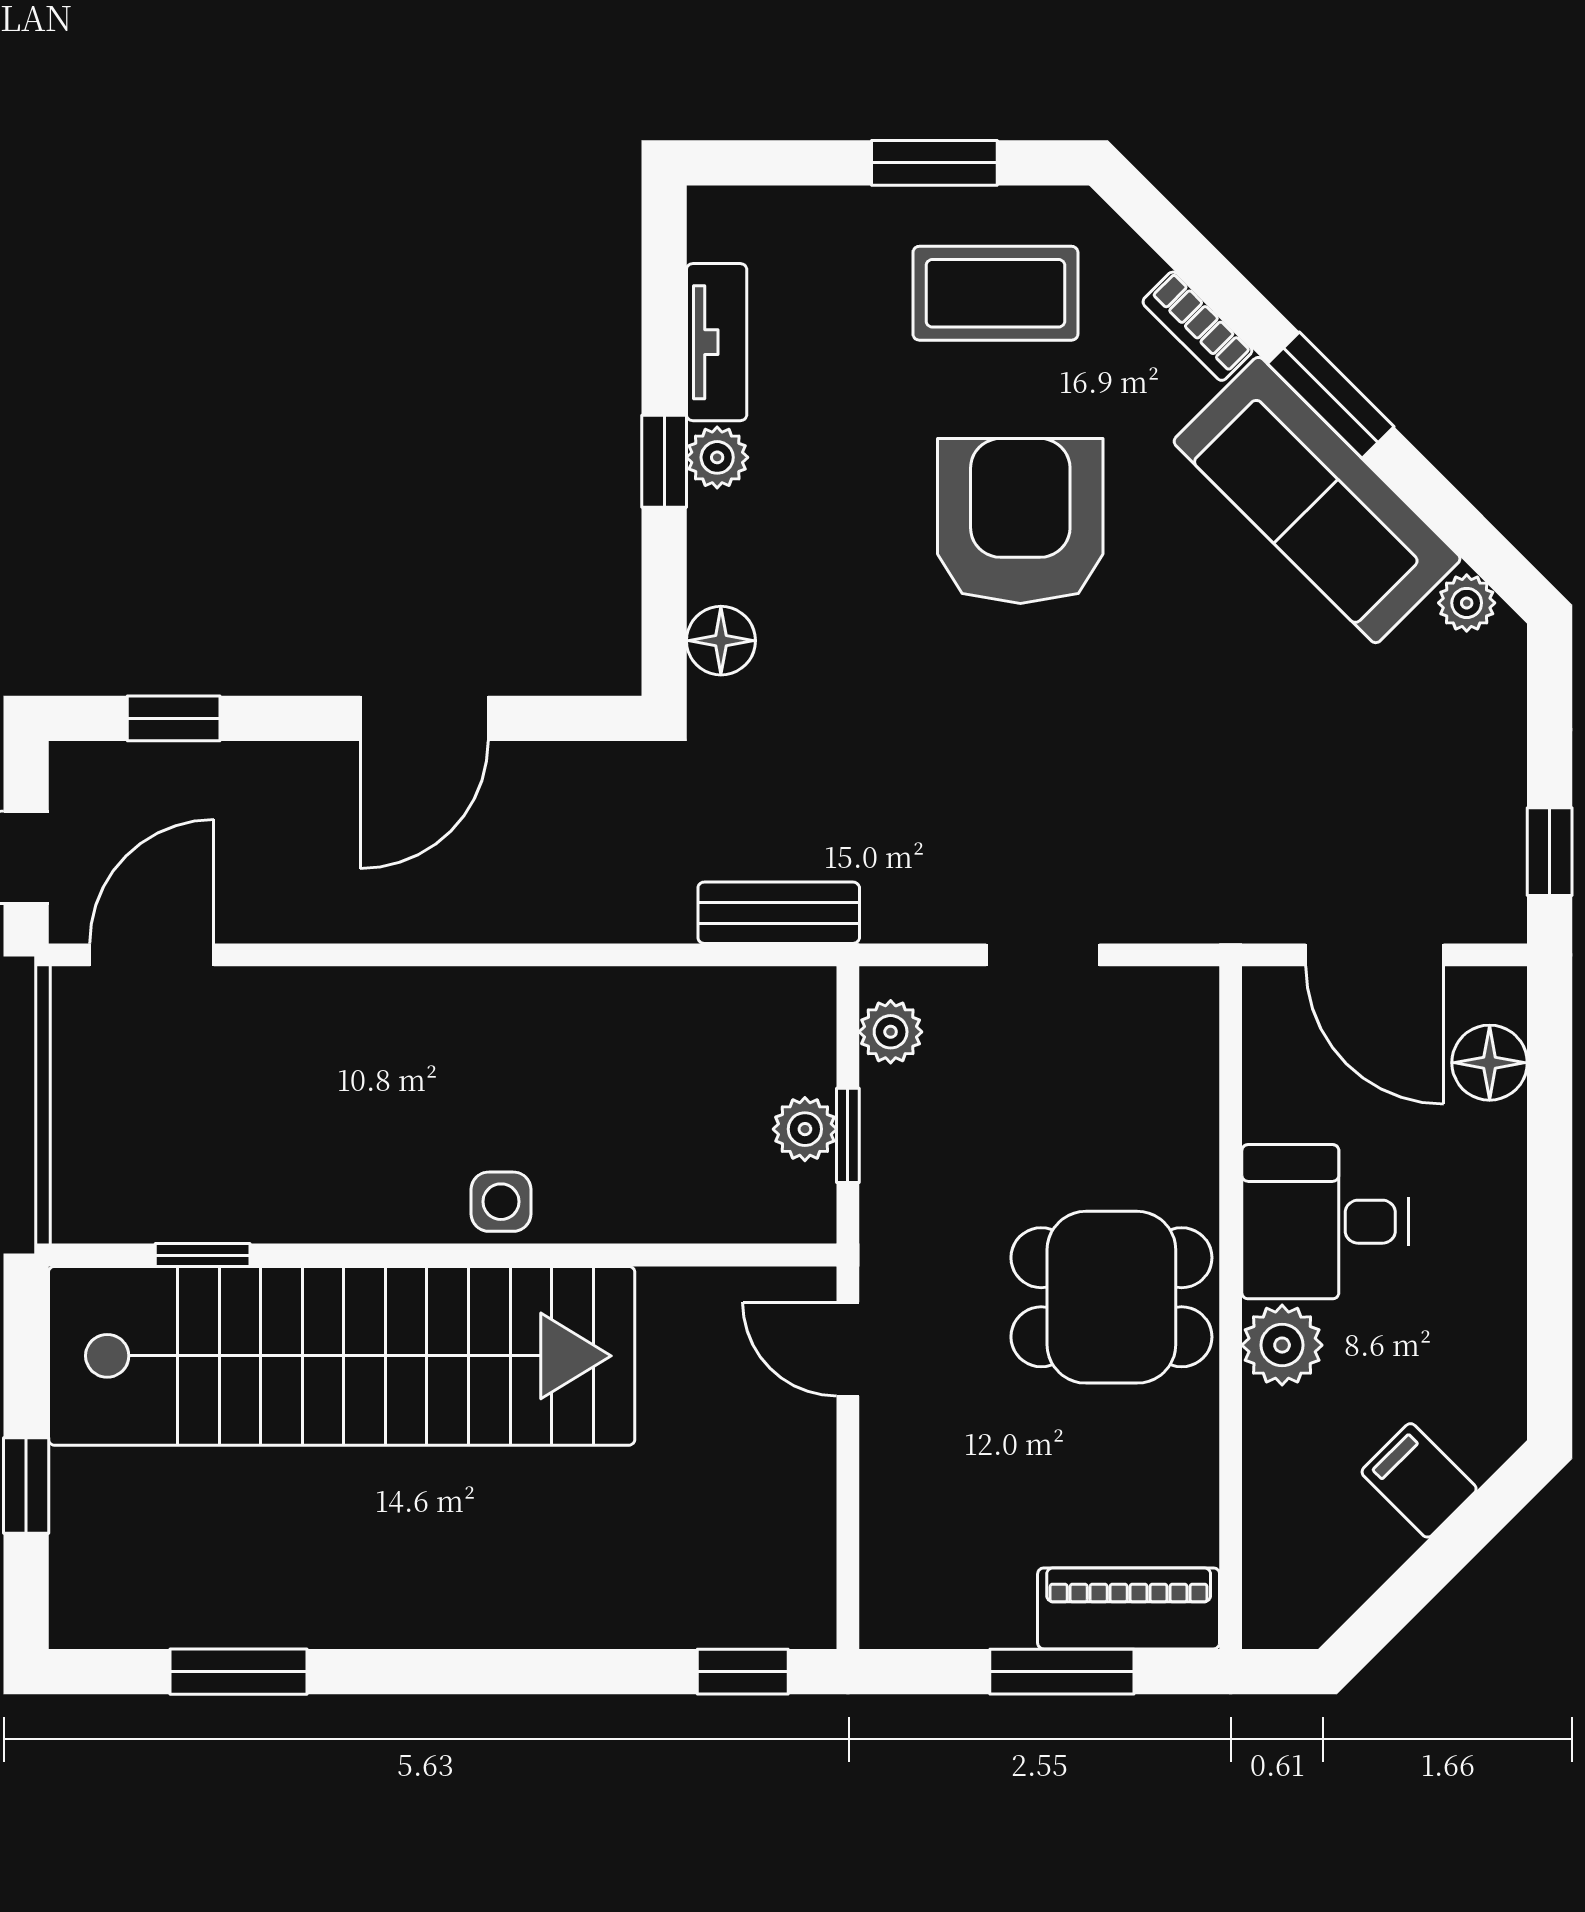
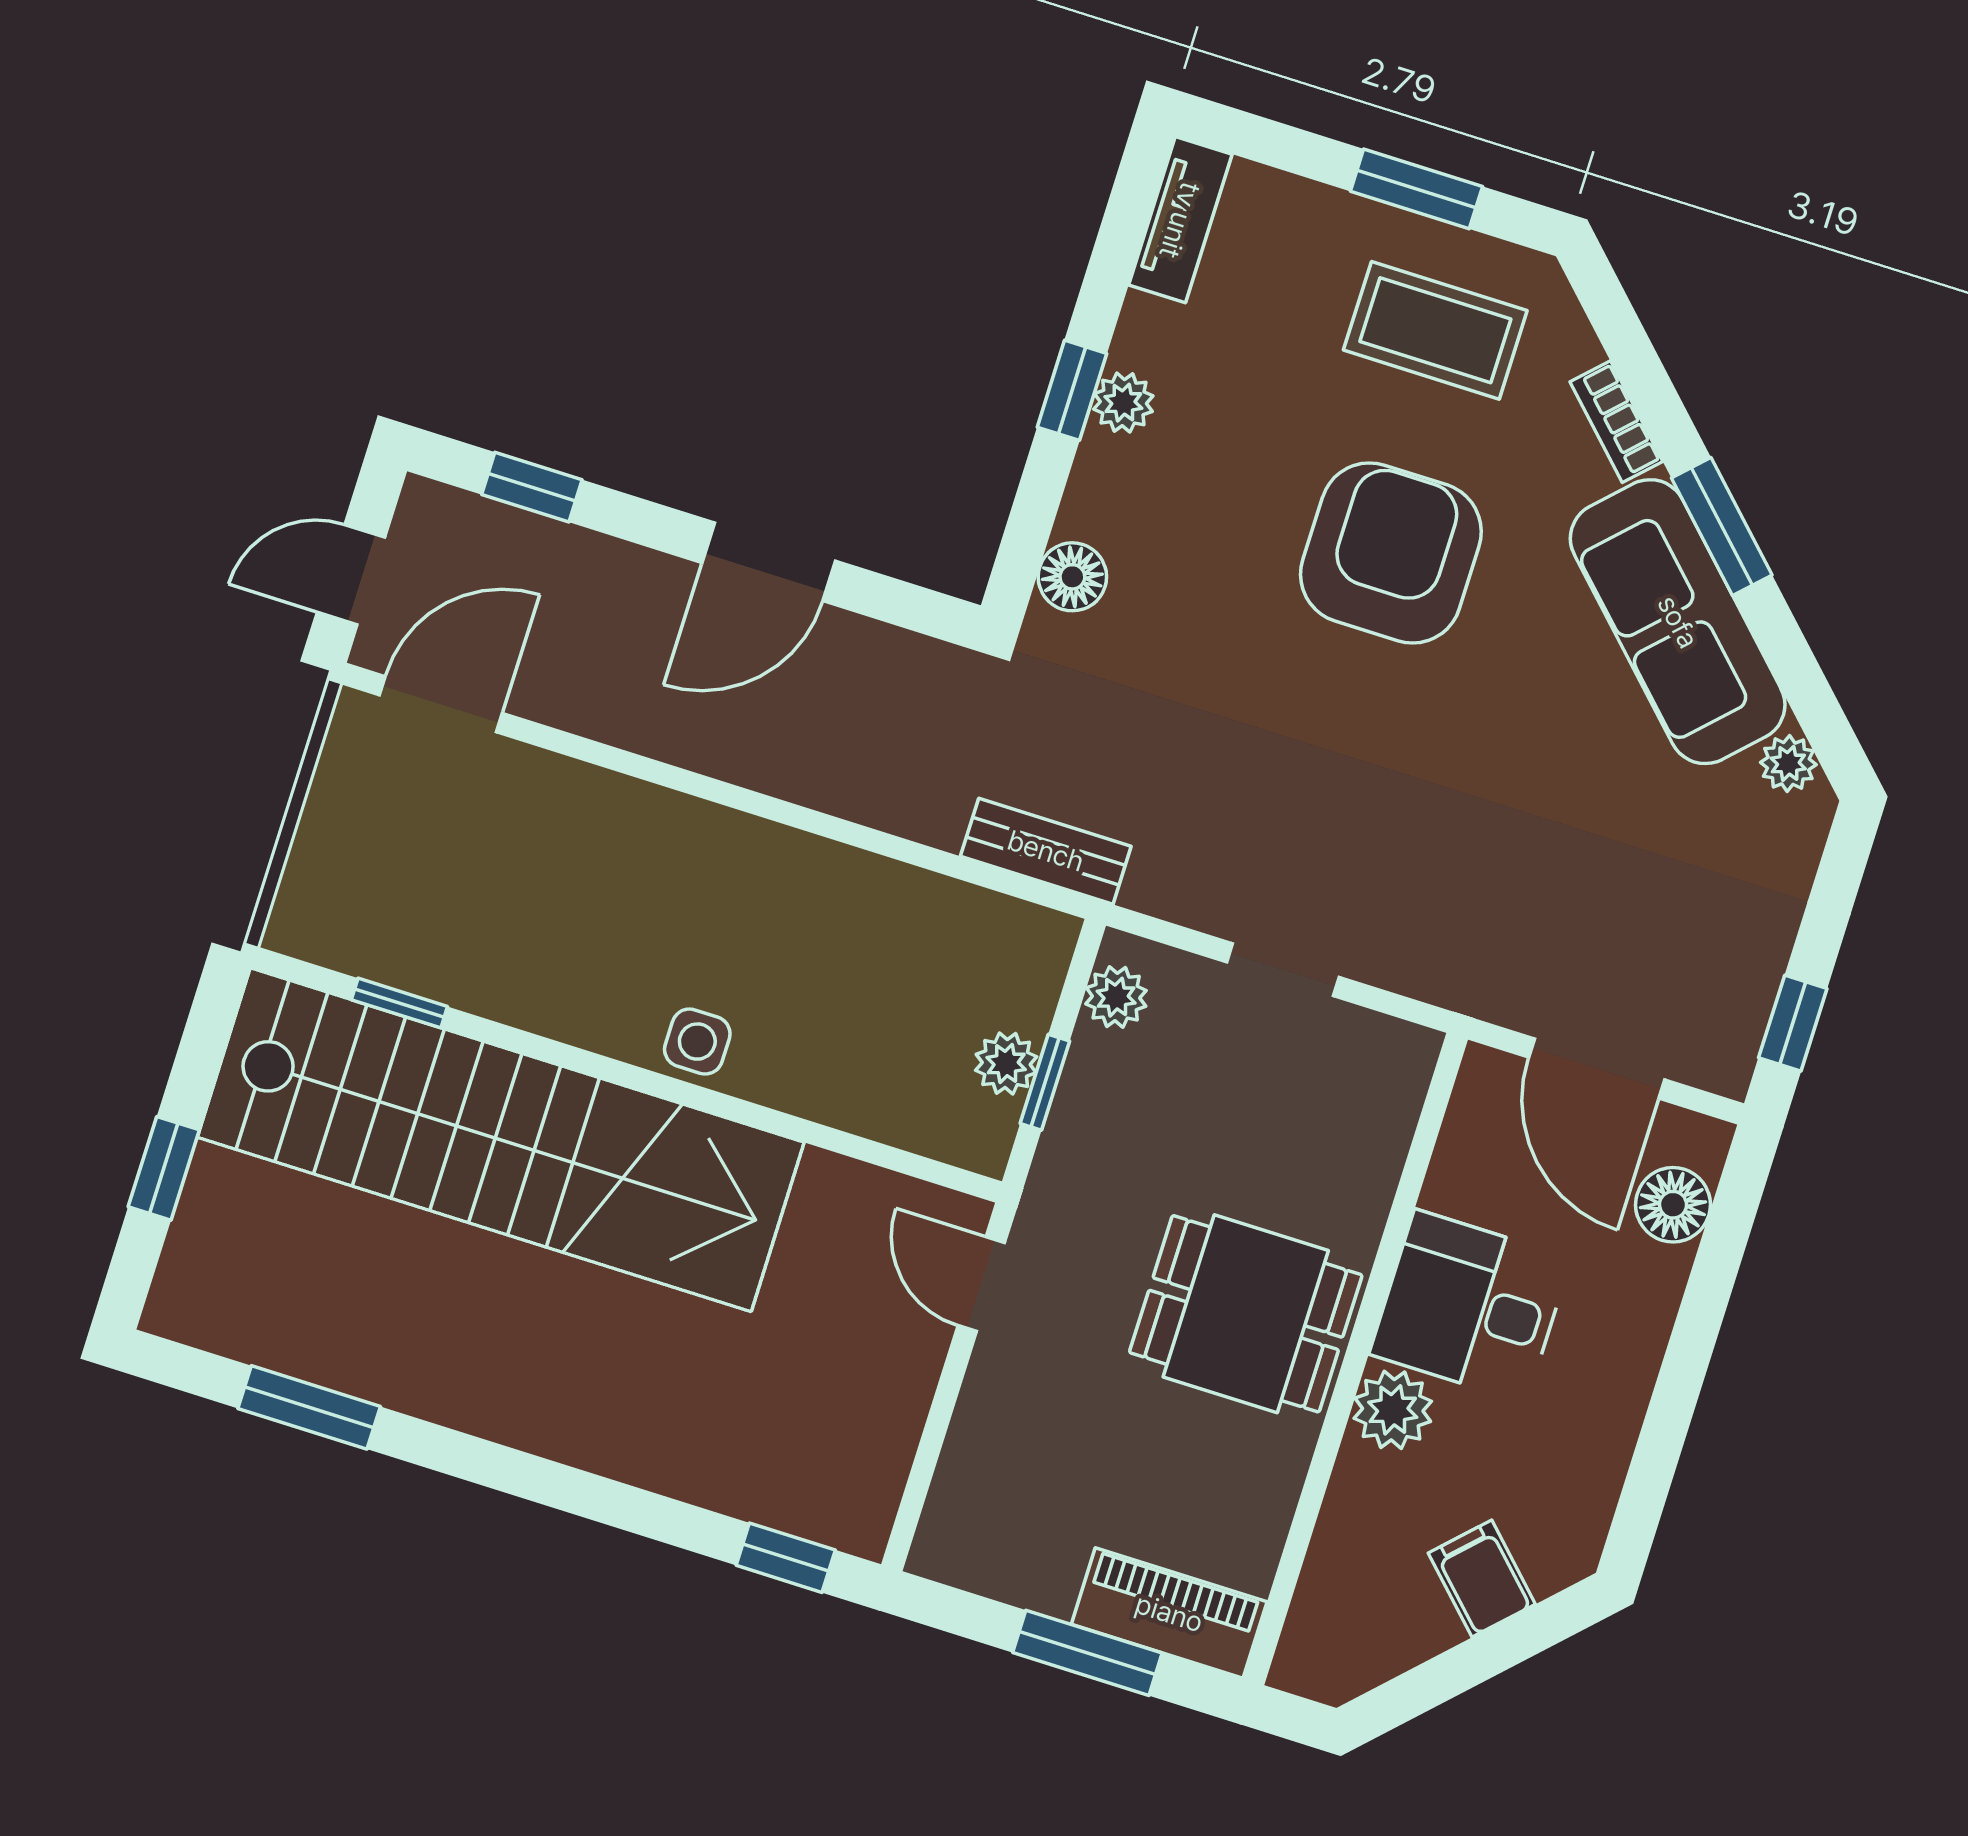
tv unit: (717, 342) -> (1180, 220), moved

